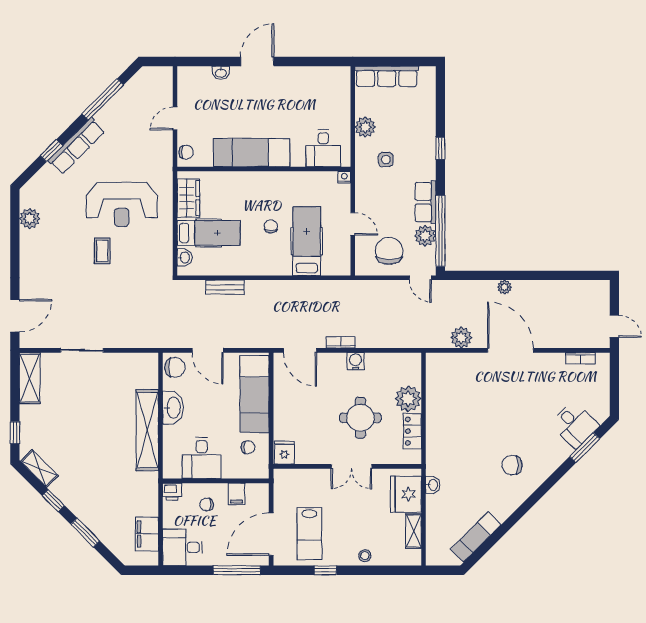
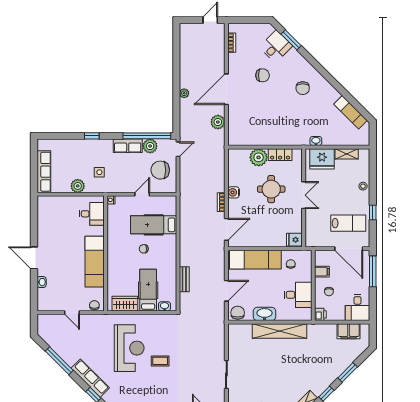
chair: (531, 405) -> (263, 75), added

